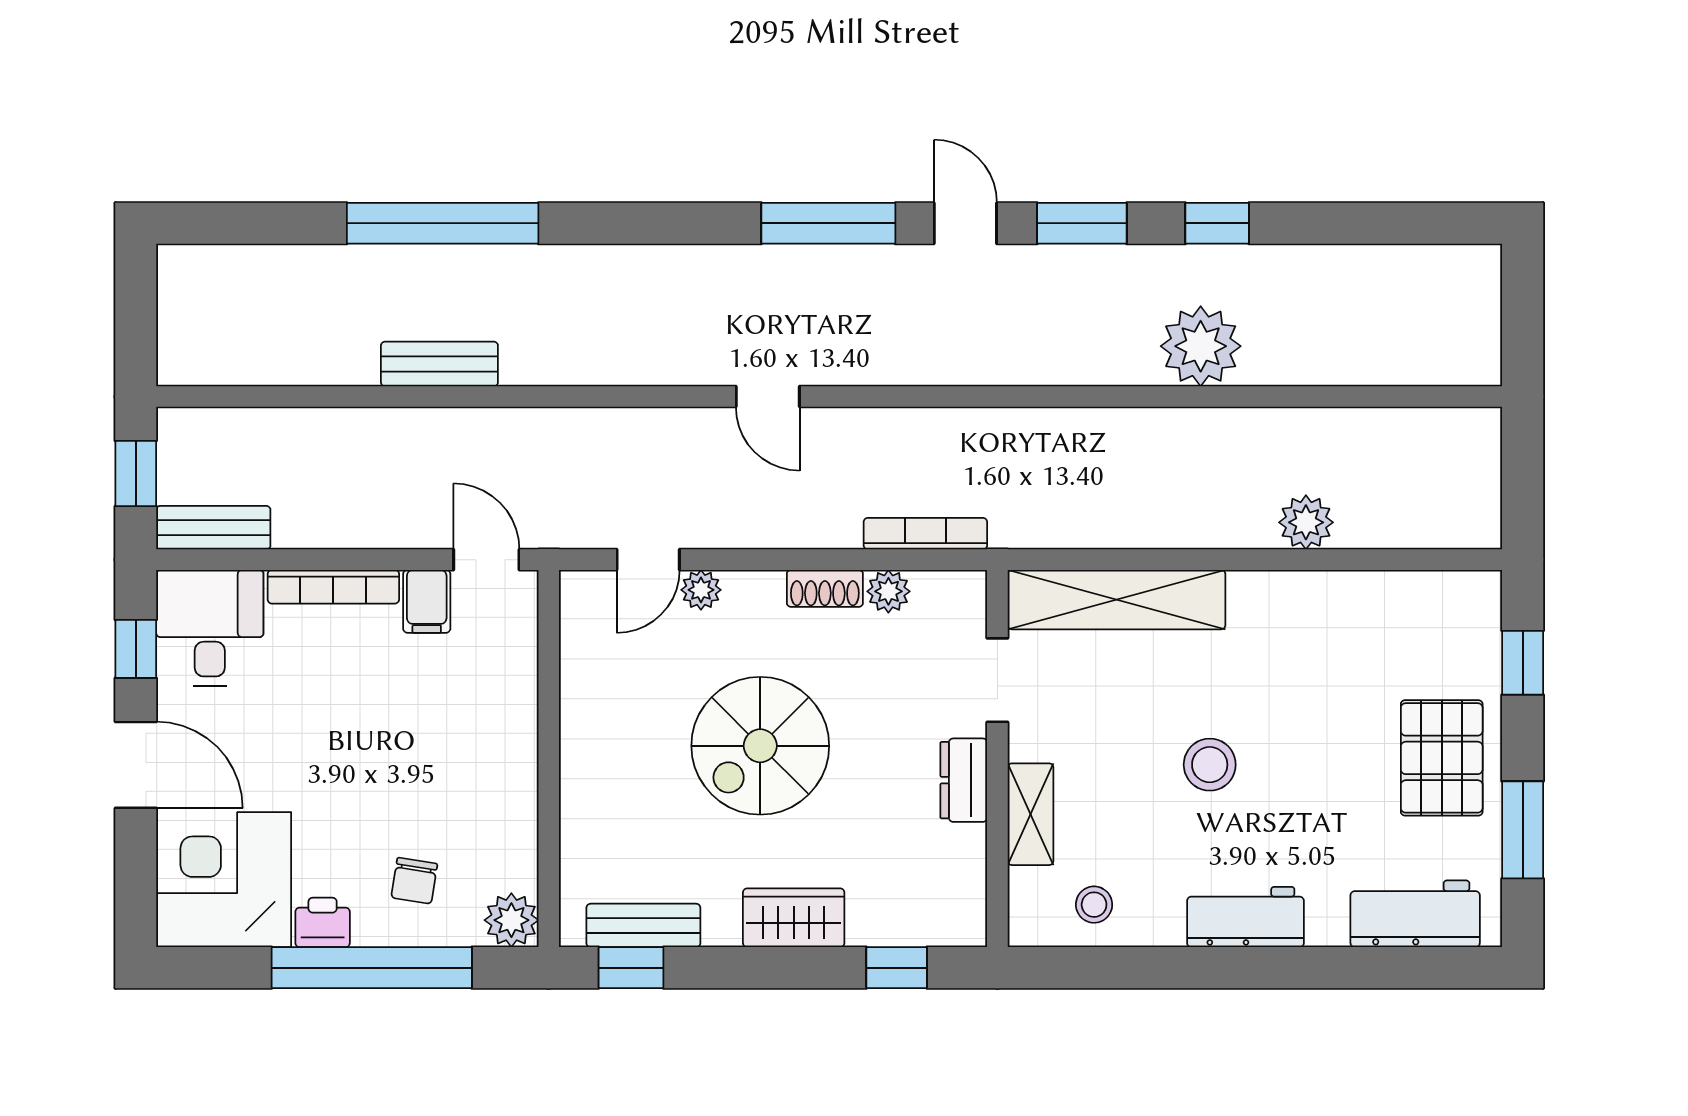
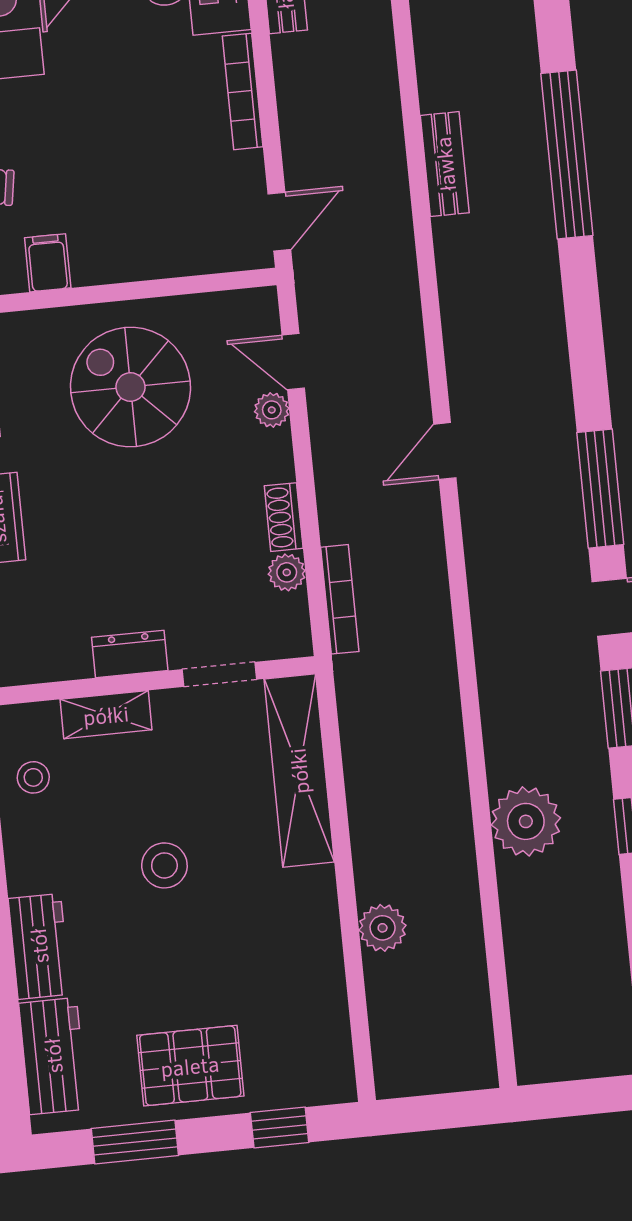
filing cabinet: (427, 601) -> (48, 263), moved, turned 90
spiral stairs: (760, 746) -> (130, 387), moved
workbench: (1245, 917) -> (39, 946), moved

